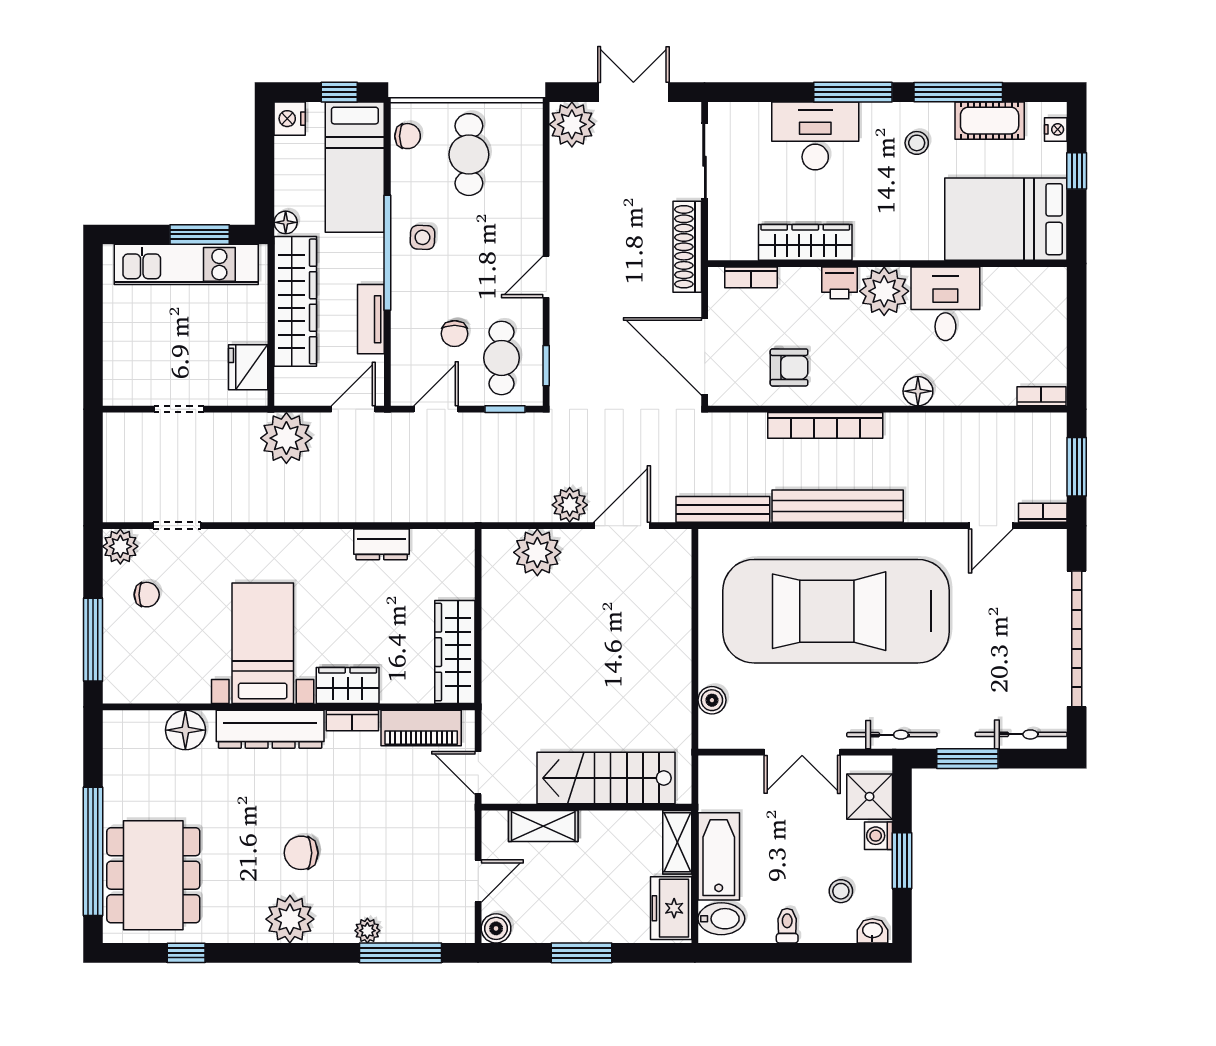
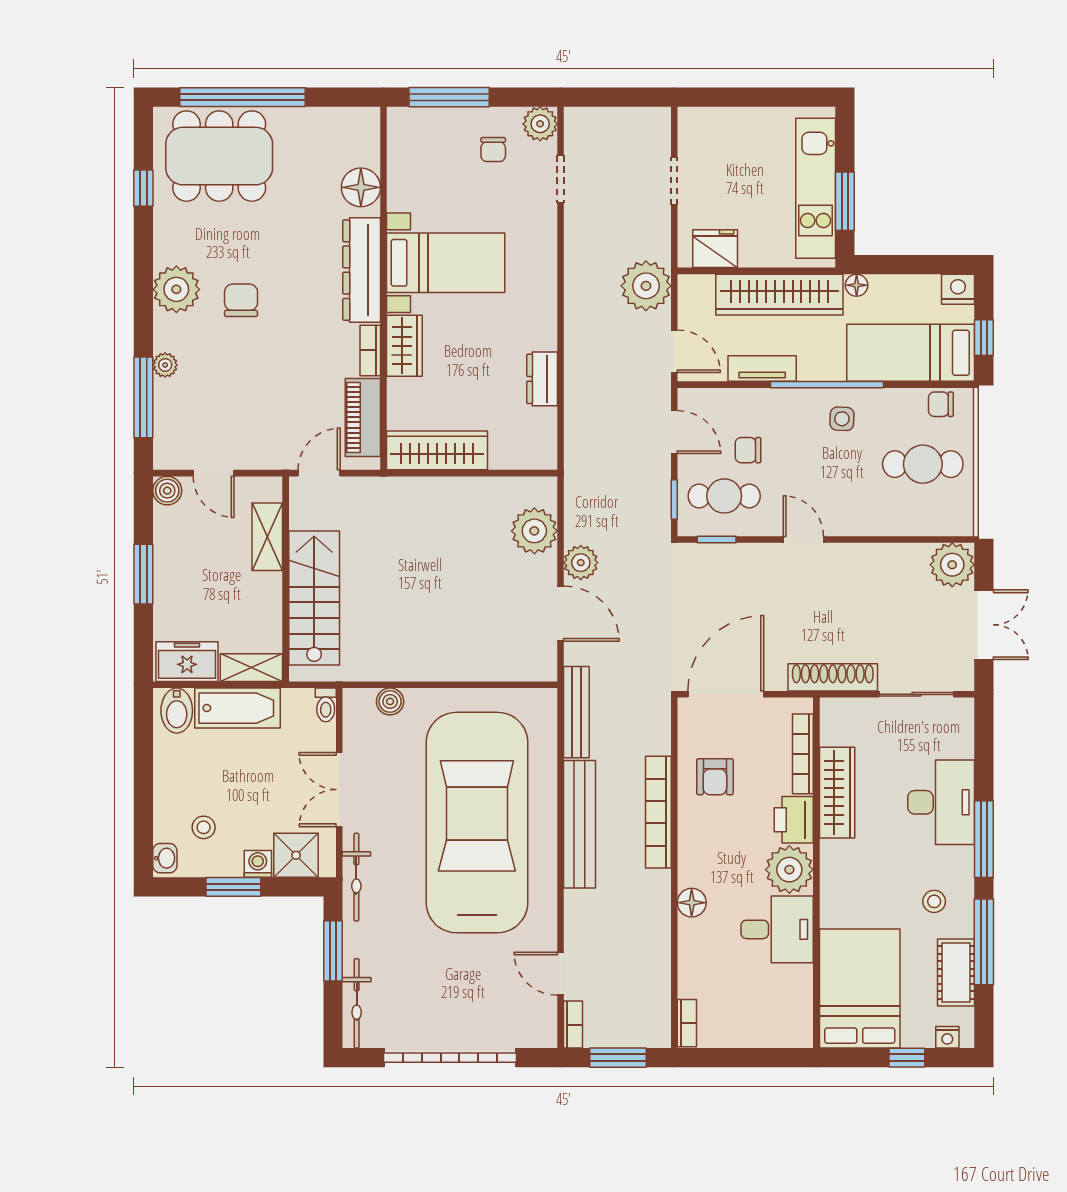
chair: (408, 136) -> (941, 404), turned 90
bookcase: (751, 277) -> (803, 754), width x1.56
printer: (840, 283) -> (794, 820), width x1.36, depth x1.24
toilet: (787, 926) -> (326, 705), moved, turned 90

